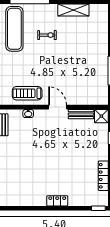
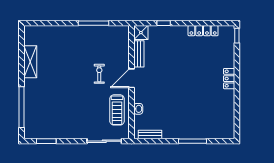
exercise mat: (14, 29) -> (50, 123), removed
exercise bike: (47, 35) -> (99, 74), moved

